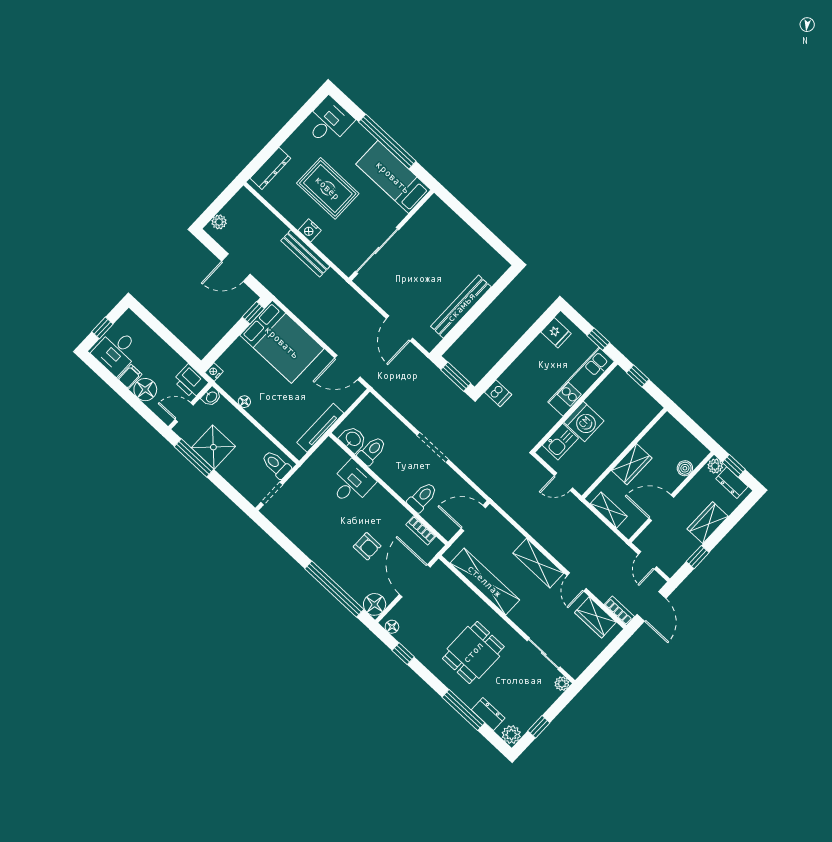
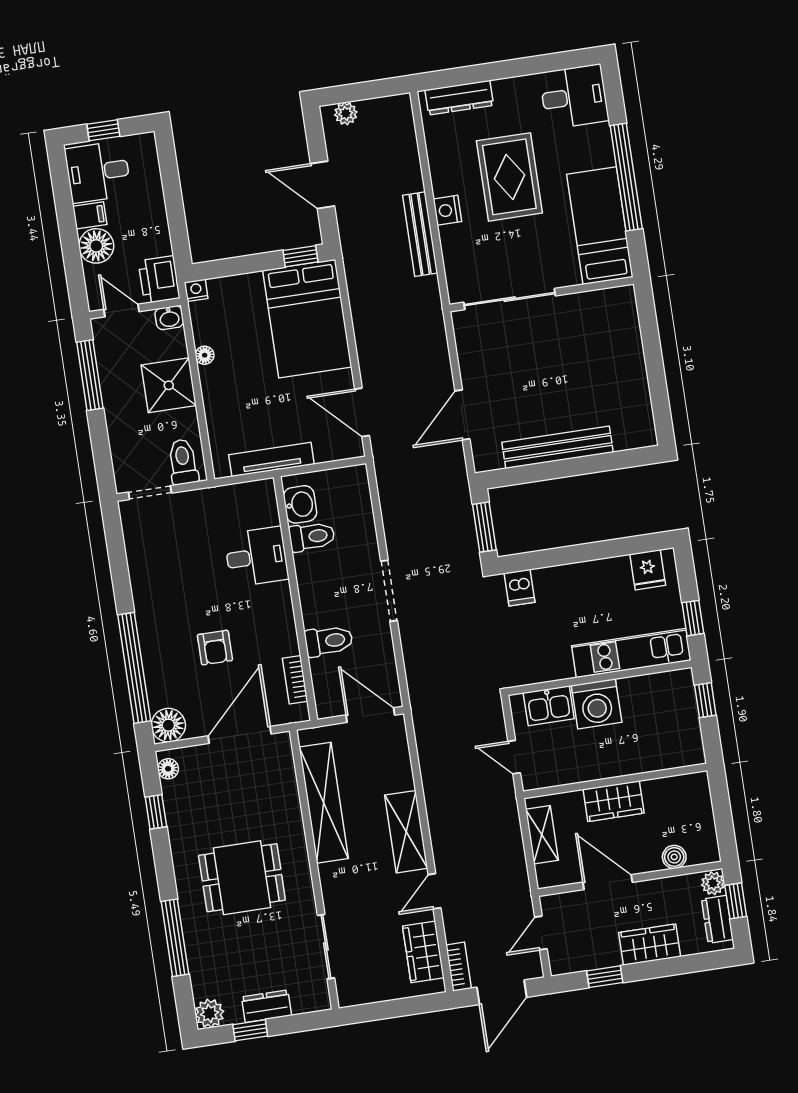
shower: (213, 447) -> (169, 385), moved
plant: (562, 684) -> (319, 1000), removed
dresser: (488, 714) -> (266, 1006), moved, turned -90

